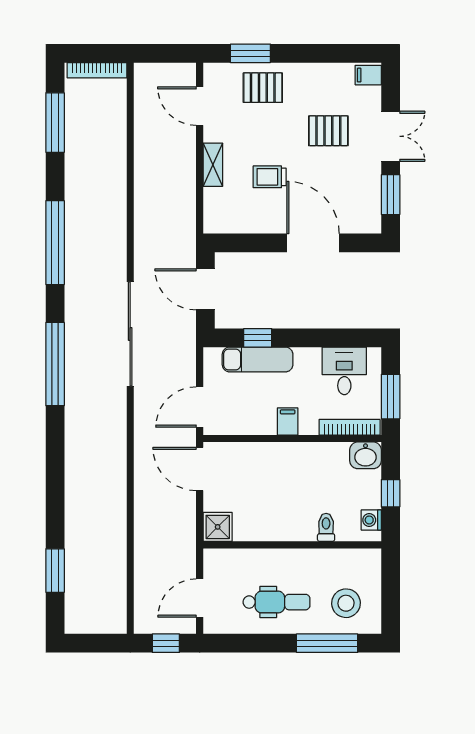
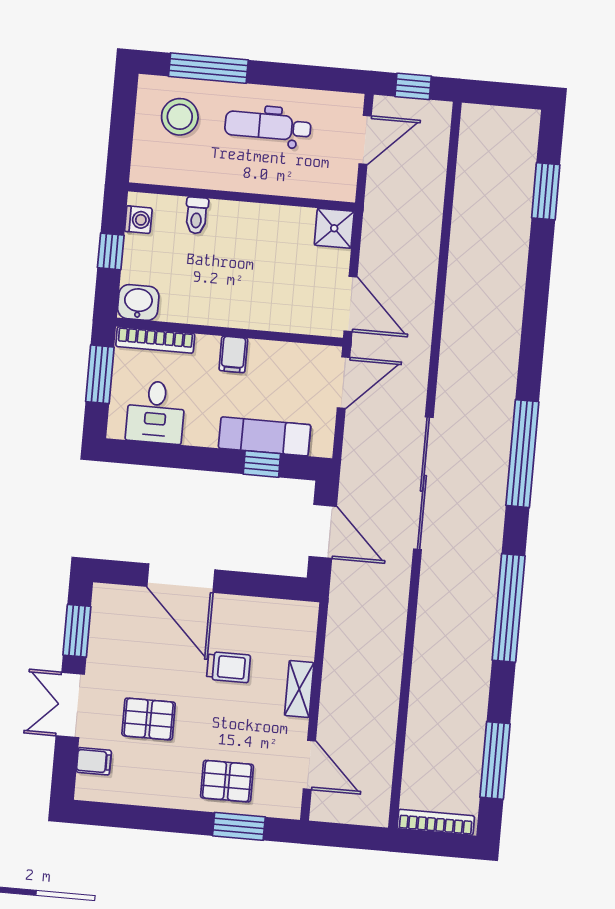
filing cabinet: (368, 75) -> (94, 761), moved

